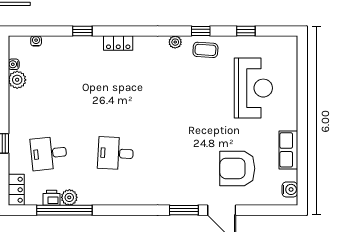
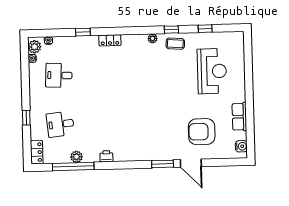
plant: (17, 80) -> (34, 47), moved
desk: (116, 153) -> (59, 75), moved
printer: (52, 198) -> (106, 156), moved

